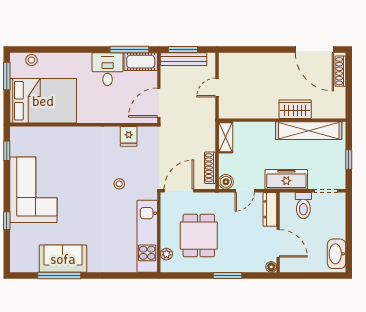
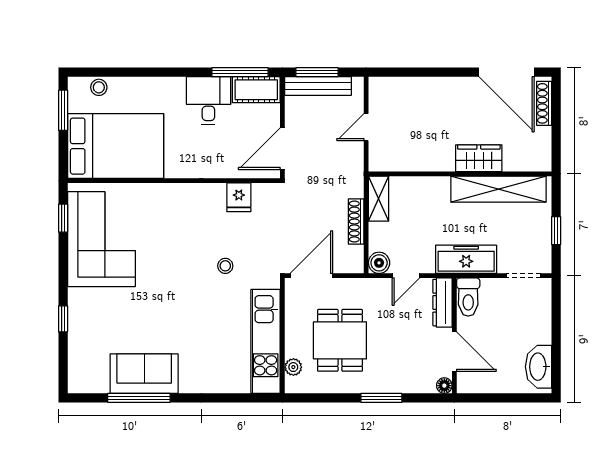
shoe rack: (210, 168) -> (356, 221), moved
corner sofa: (33, 190) -> (101, 239), moved
toilet: (303, 206) -> (468, 297), moved

